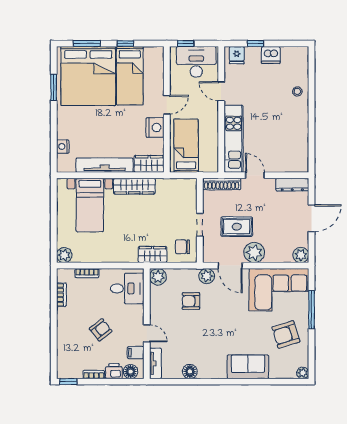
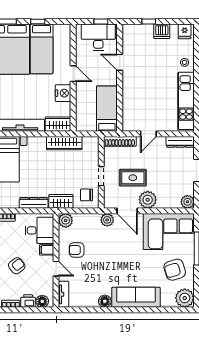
window: (186, 44) -> (101, 21), moved
fridge: (237, 55) -> (185, 31), moved
door: (167, 105) -> (73, 74), hinge flipped
kitchen unit: (234, 139) -> (186, 101), moved, turned 180
bed: (186, 146) -> (107, 109), moved
door: (255, 175) -> (148, 134), swing flipped
wardrobe: (134, 186) -> (64, 143), moved
dresser: (121, 256) -> (34, 203), added
armchair: (191, 301) -> (77, 250), moved
filing cabinet: (136, 353) -> (47, 250), moved
sofa: (248, 367) -> (136, 297), width x1.36
floor lamp: (190, 371) -> (105, 301), moved
plant: (303, 373) -> (185, 298), width x1.88, depth x1.88

